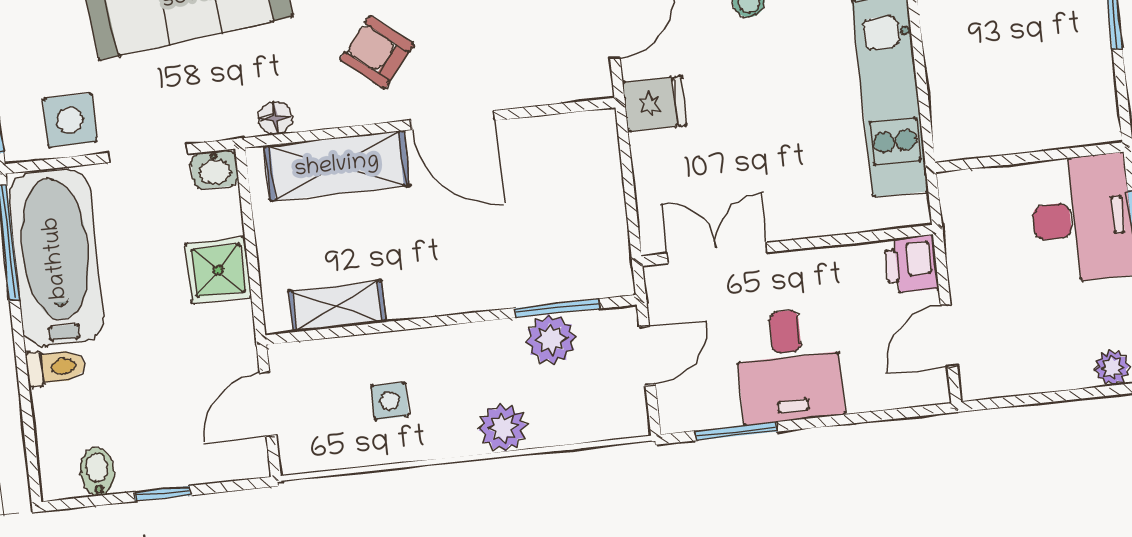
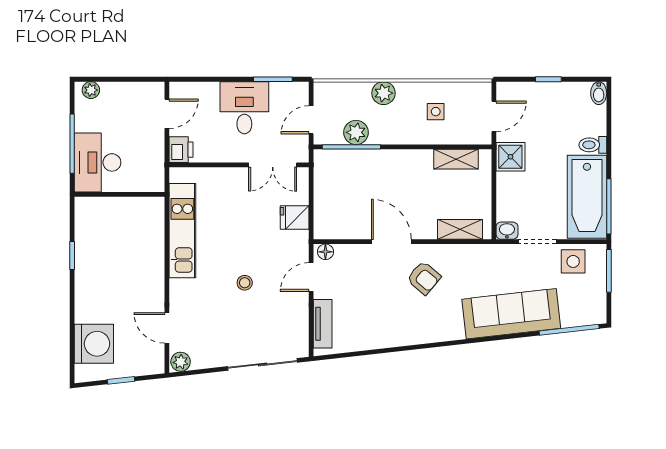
fridge: (655, 104) -> (295, 217), moved
floor lamp: (275, 118) -> (325, 252), moved
shelving: (337, 166) -> (460, 229), width x0.67, depth x0.75
shower: (218, 270) -> (510, 157), moved
window: (557, 308) -> (351, 147), width x1.44
bidet: (97, 472) -> (599, 93), moved

